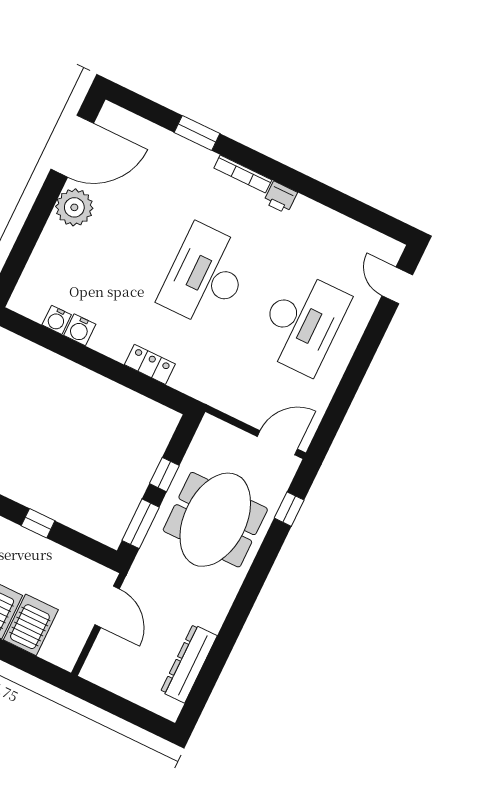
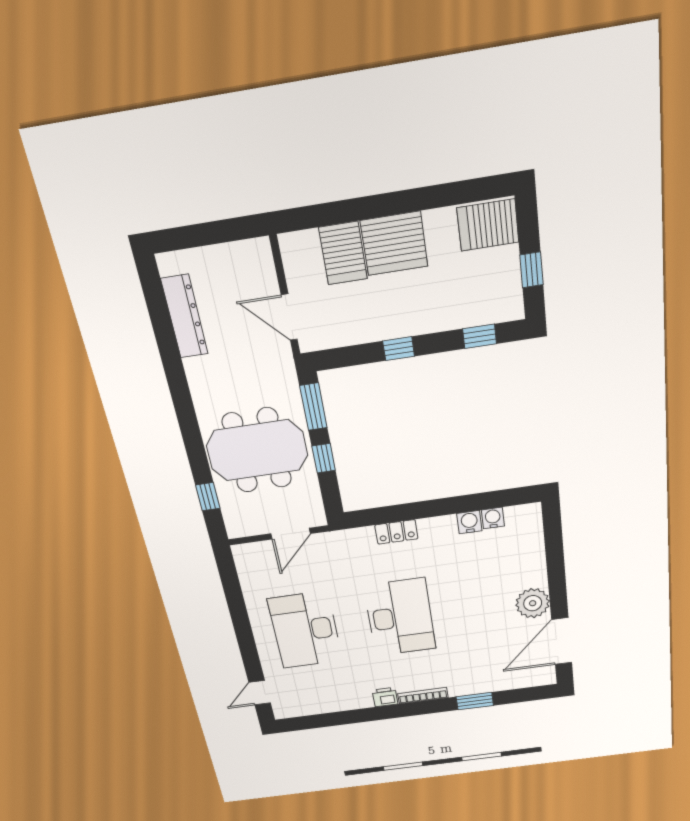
door: (397, 285) -> (260, 693), swing flipped
door: (277, 443) -> (291, 534), moved
meeting table: (215, 520) -> (257, 450), turned 90

